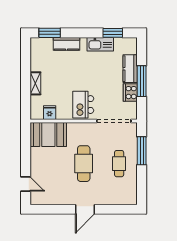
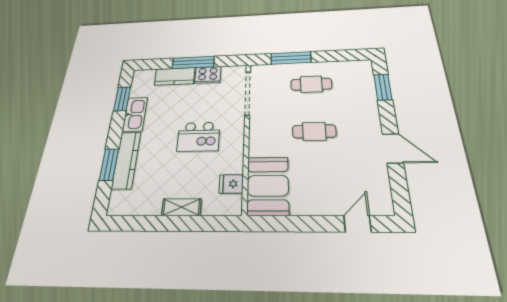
window: (50, 33) -> (109, 165), moved
kitchen counter: (66, 44) -> (126, 160), width x1.50
kitchen island: (83, 105) -> (199, 137), moved
cafe table: (84, 164) -> (314, 131), width x0.73, depth x0.74
door: (85, 209) -> (393, 148), moved
window: (115, 209) -> (383, 87), added

